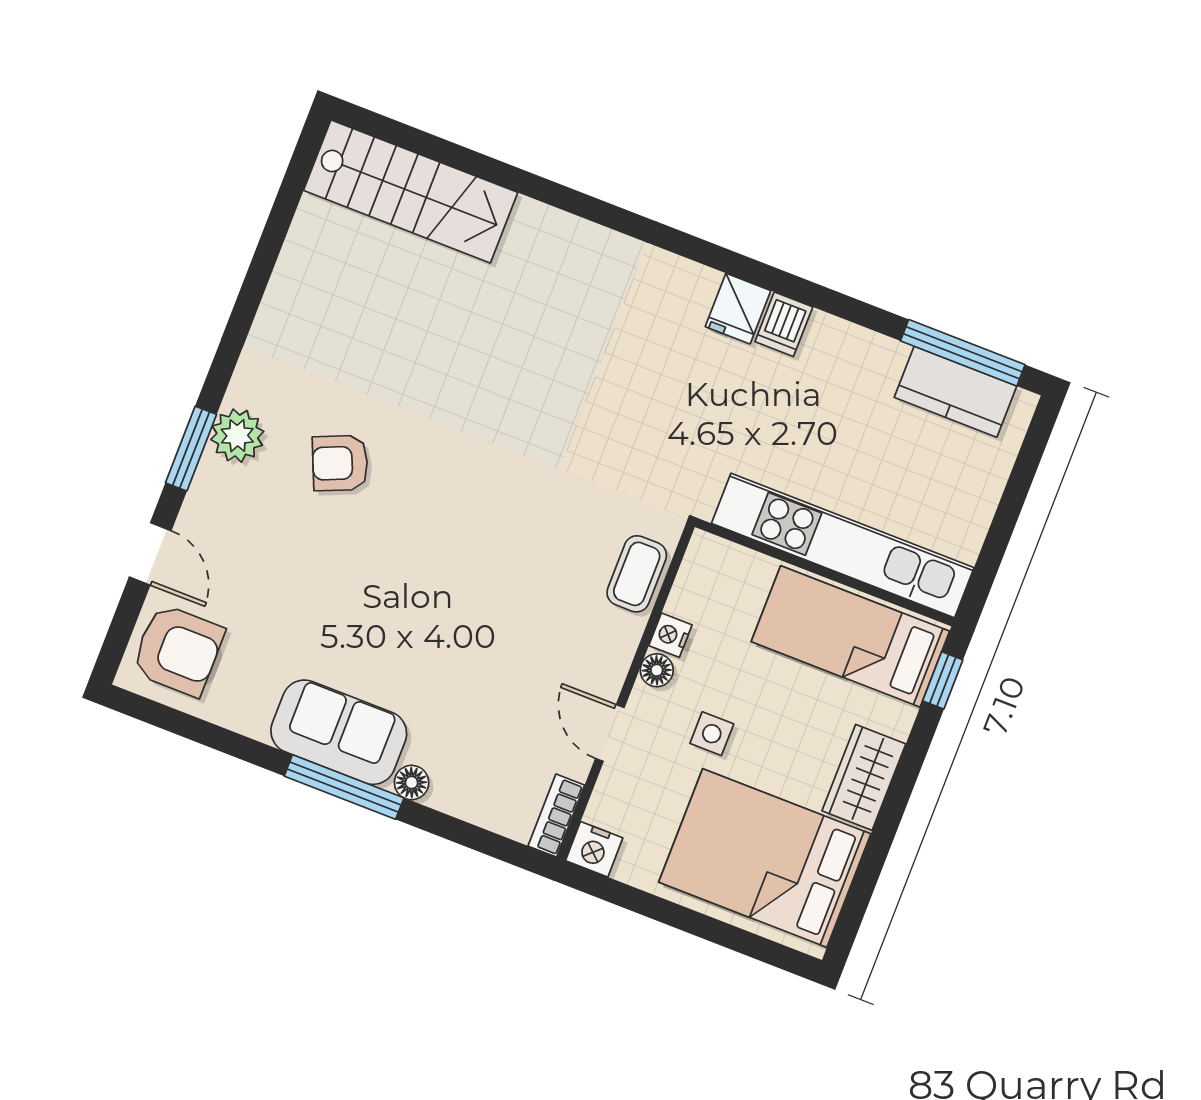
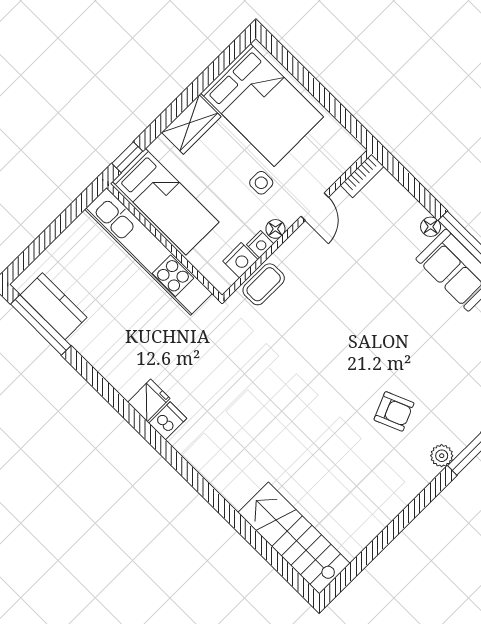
dishwasher: (784, 324) -> (168, 421), moved
plant: (237, 436) -> (442, 456), width x0.73, depth x0.73
nightstand: (594, 849) -> (240, 260), moved, turned 90

